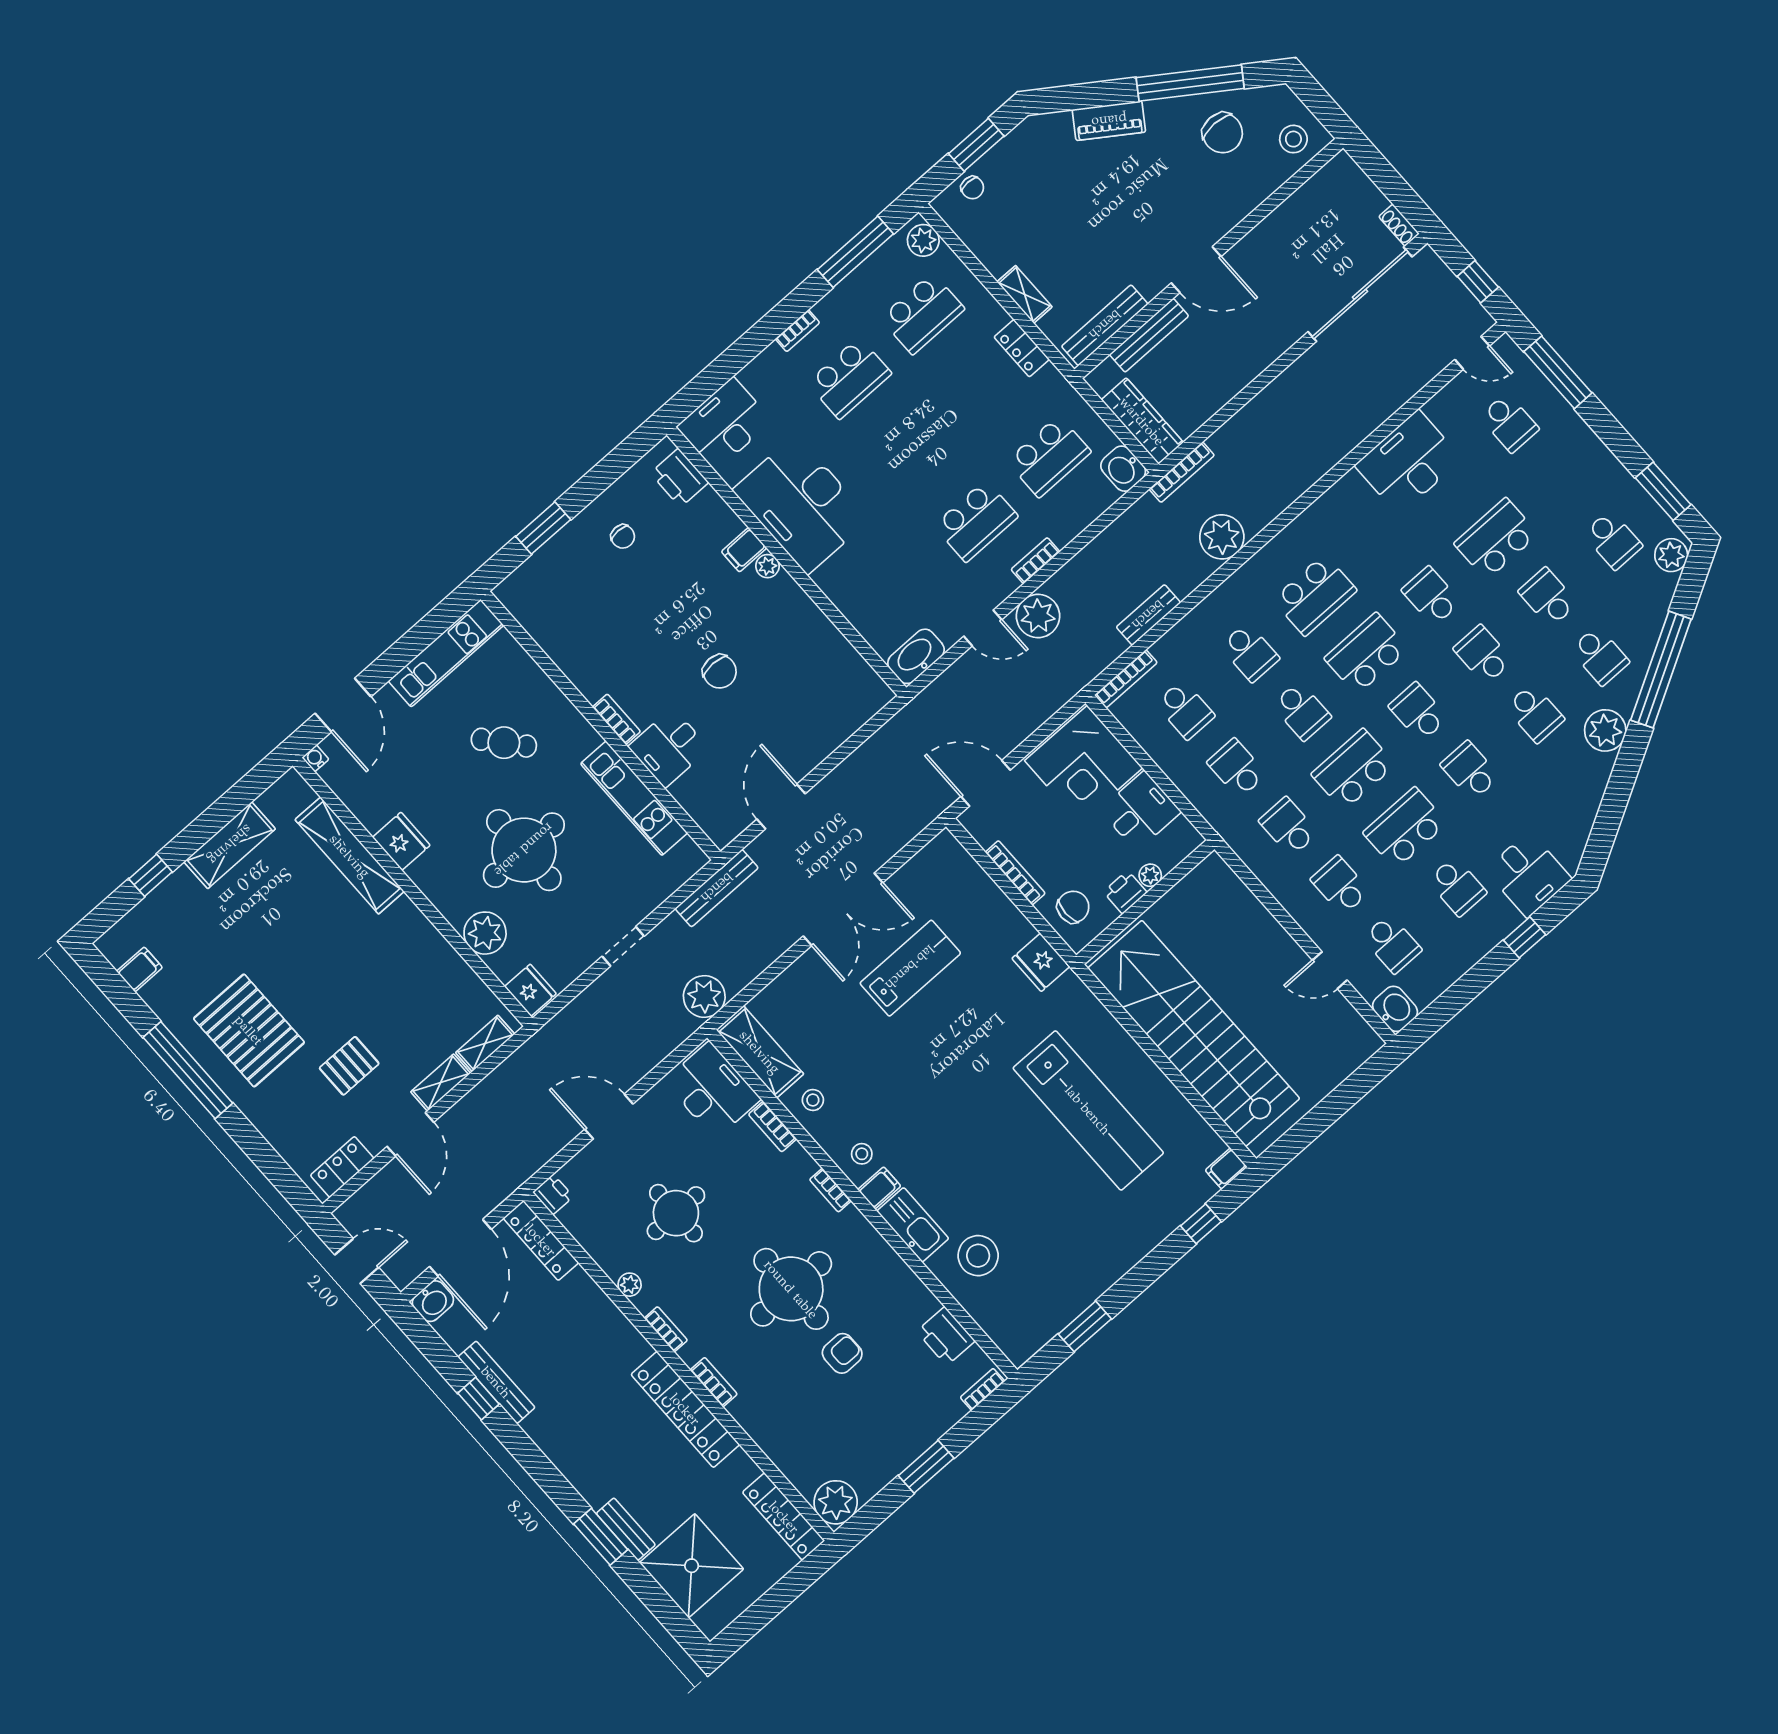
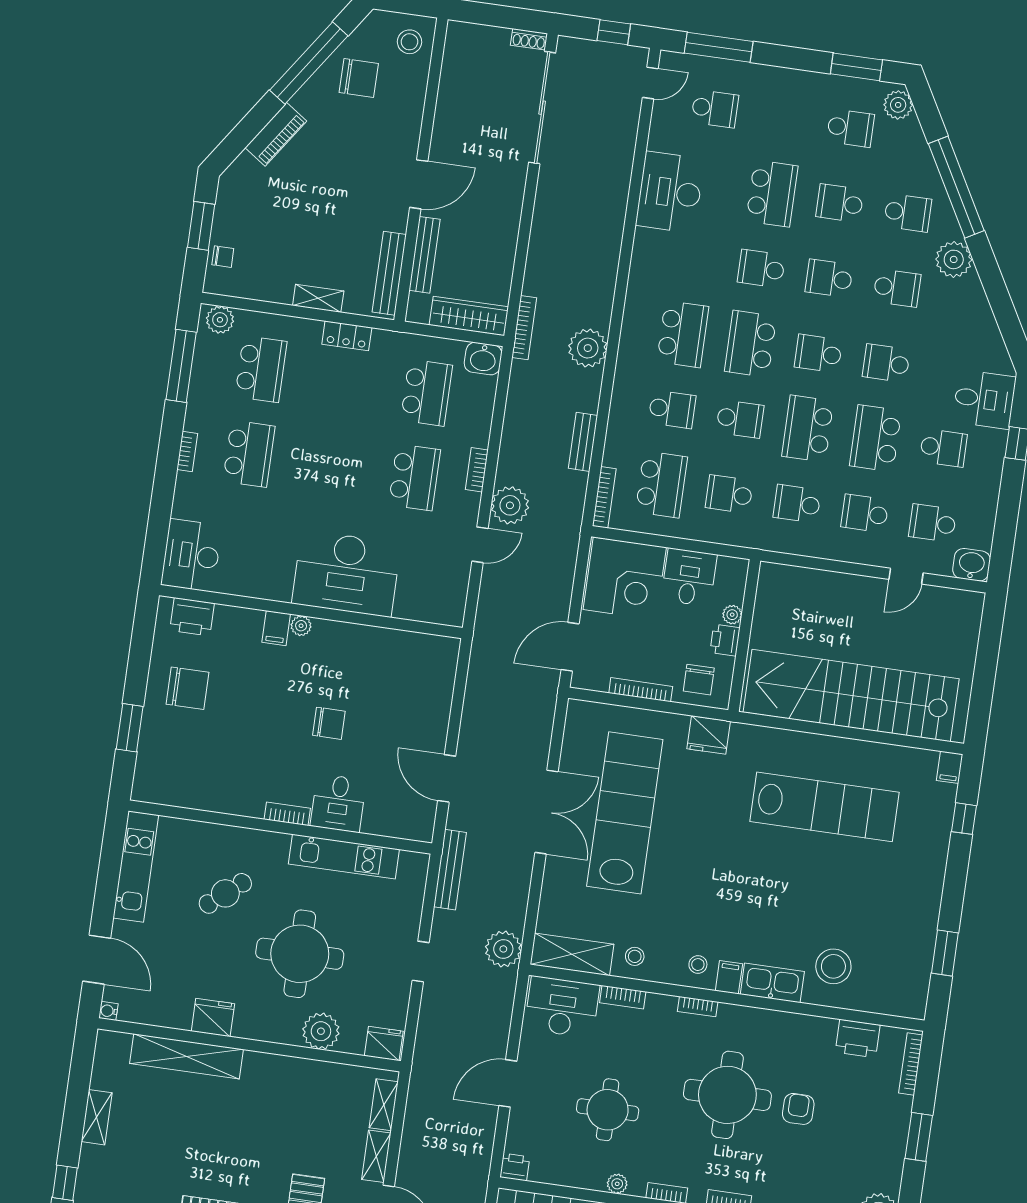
desk: (801, 504) -> (346, 573), moved
chair: (623, 536) -> (188, 688), width x1.87, depth x1.87
school desk: (1496, 539) -> (772, 193), turned 180
washbasin: (916, 656) -> (451, 602), removed
school desk: (1185, 710) -> (661, 484), width x1.85
shelving: (230, 845) -> (97, 1117), width x0.67, depth x0.75
chair: (1073, 907) -> (699, 680), turned 180
school desk: (1392, 944) -> (933, 523), turned 180
lab bench: (910, 968) -> (625, 813), width x1.86, depth x1.39
bookcase: (982, 1389) -> (911, 1064), width x1.56

